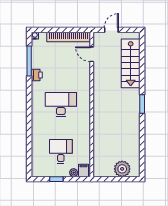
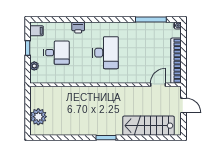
printer: (37, 75) -> (78, 27), moved
filing cabinet: (83, 171) -> (37, 31), moved

